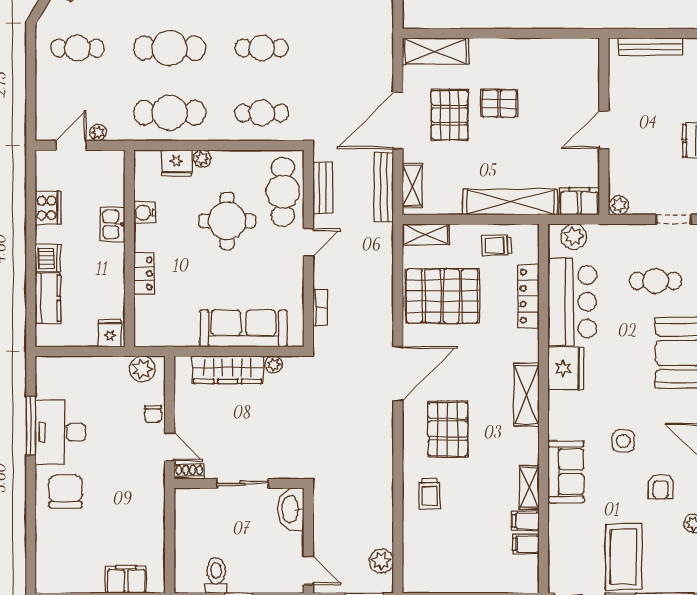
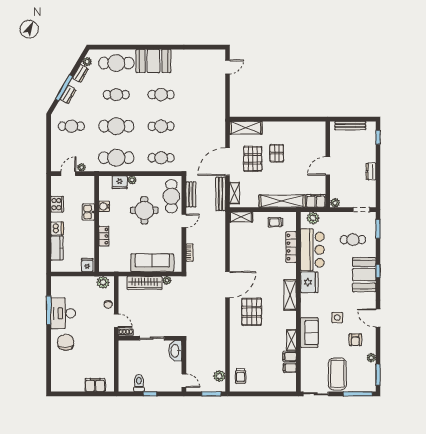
pallet: (499, 103) -> (277, 153), turned 90
pallet: (442, 296) -> (249, 247), removed
trolley: (429, 494) -> (241, 376), moved

